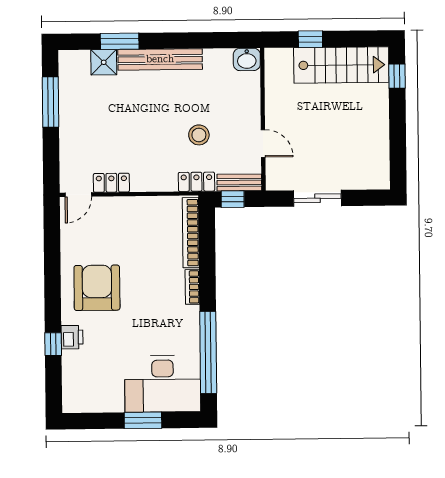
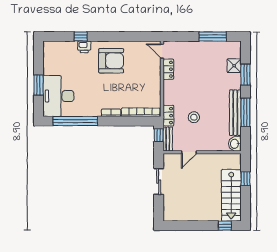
window: (189, 41) -> (245, 112), added
bench: (160, 59) -> (235, 113), moved

